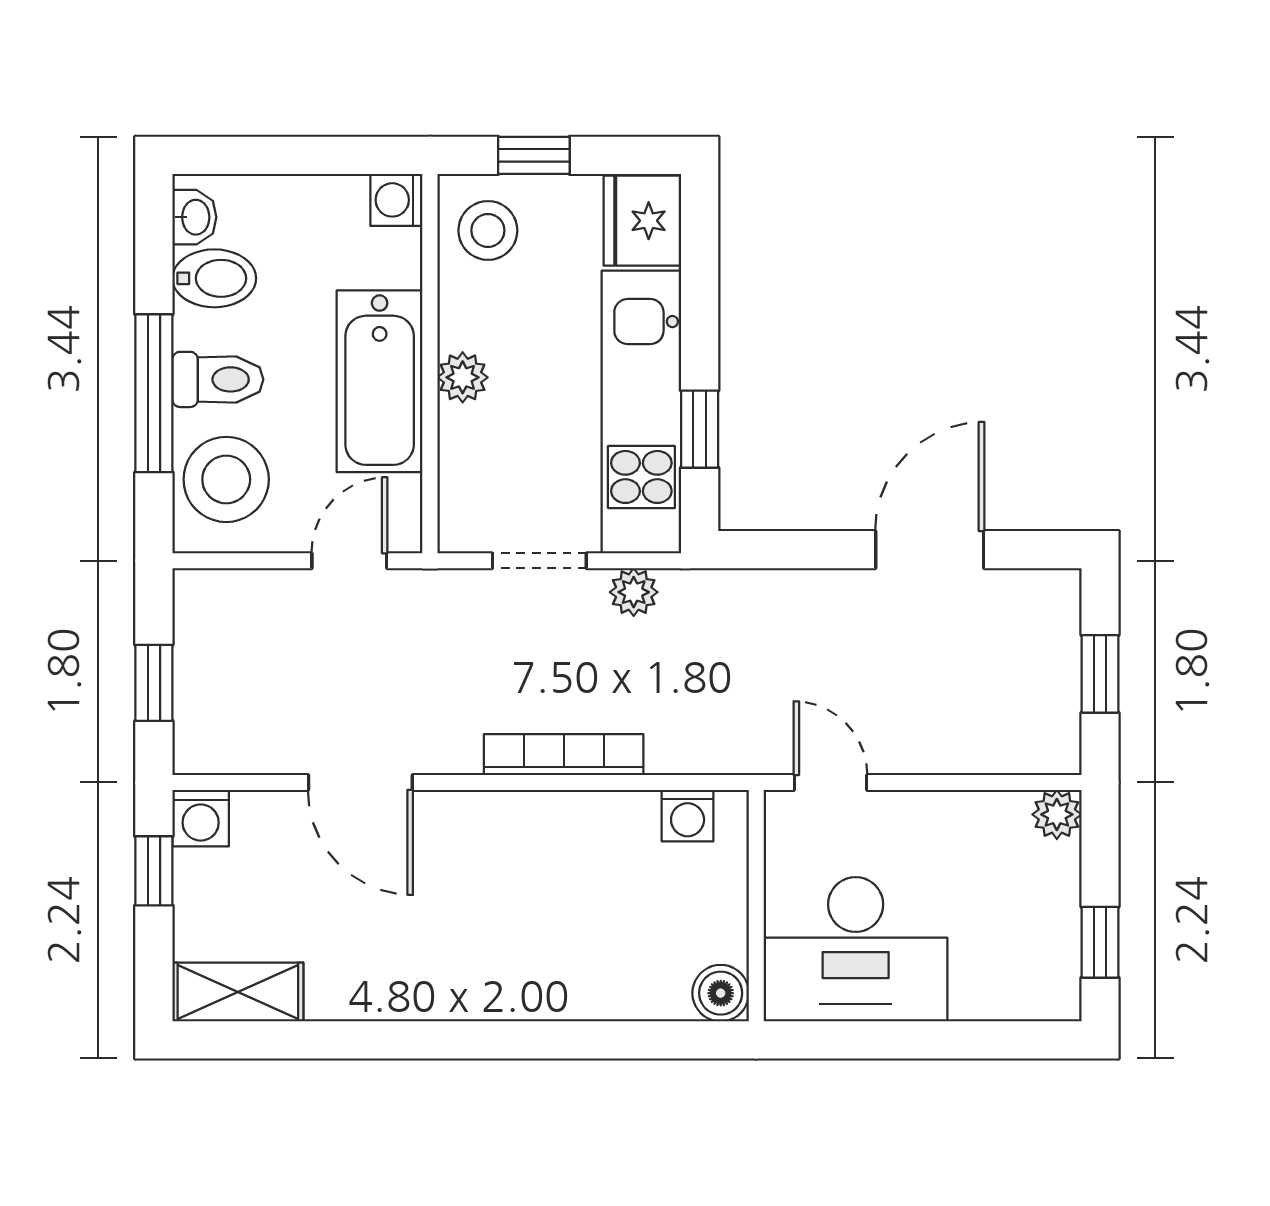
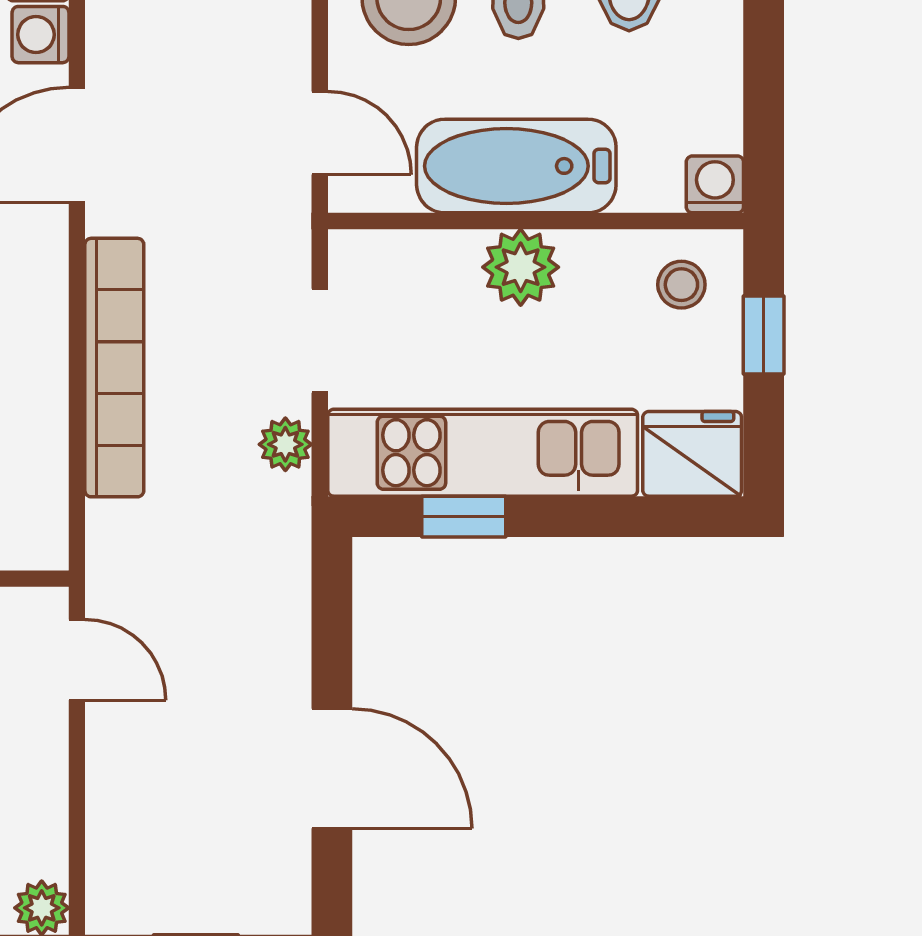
stool: (488, 230) -> (681, 285), width x0.73, depth x0.73
plant: (463, 377) -> (521, 267), width x1.38, depth x1.38
bookcase: (564, 755) -> (114, 368), width x1.48, depth x1.31
door: (830, 782) -> (77, 660), hinge flipped
washing machine: (688, 816) -> (40, 35), moved

